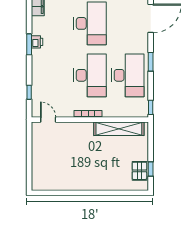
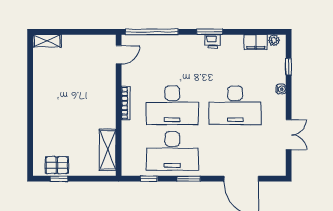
window: (29, 92) -> (152, 32), width x3.17
window: (151, 107) -> (149, 179), moved
shelving: (119, 129) -> (108, 150), width x0.68
shelving: (37, 179) -> (47, 41), added

